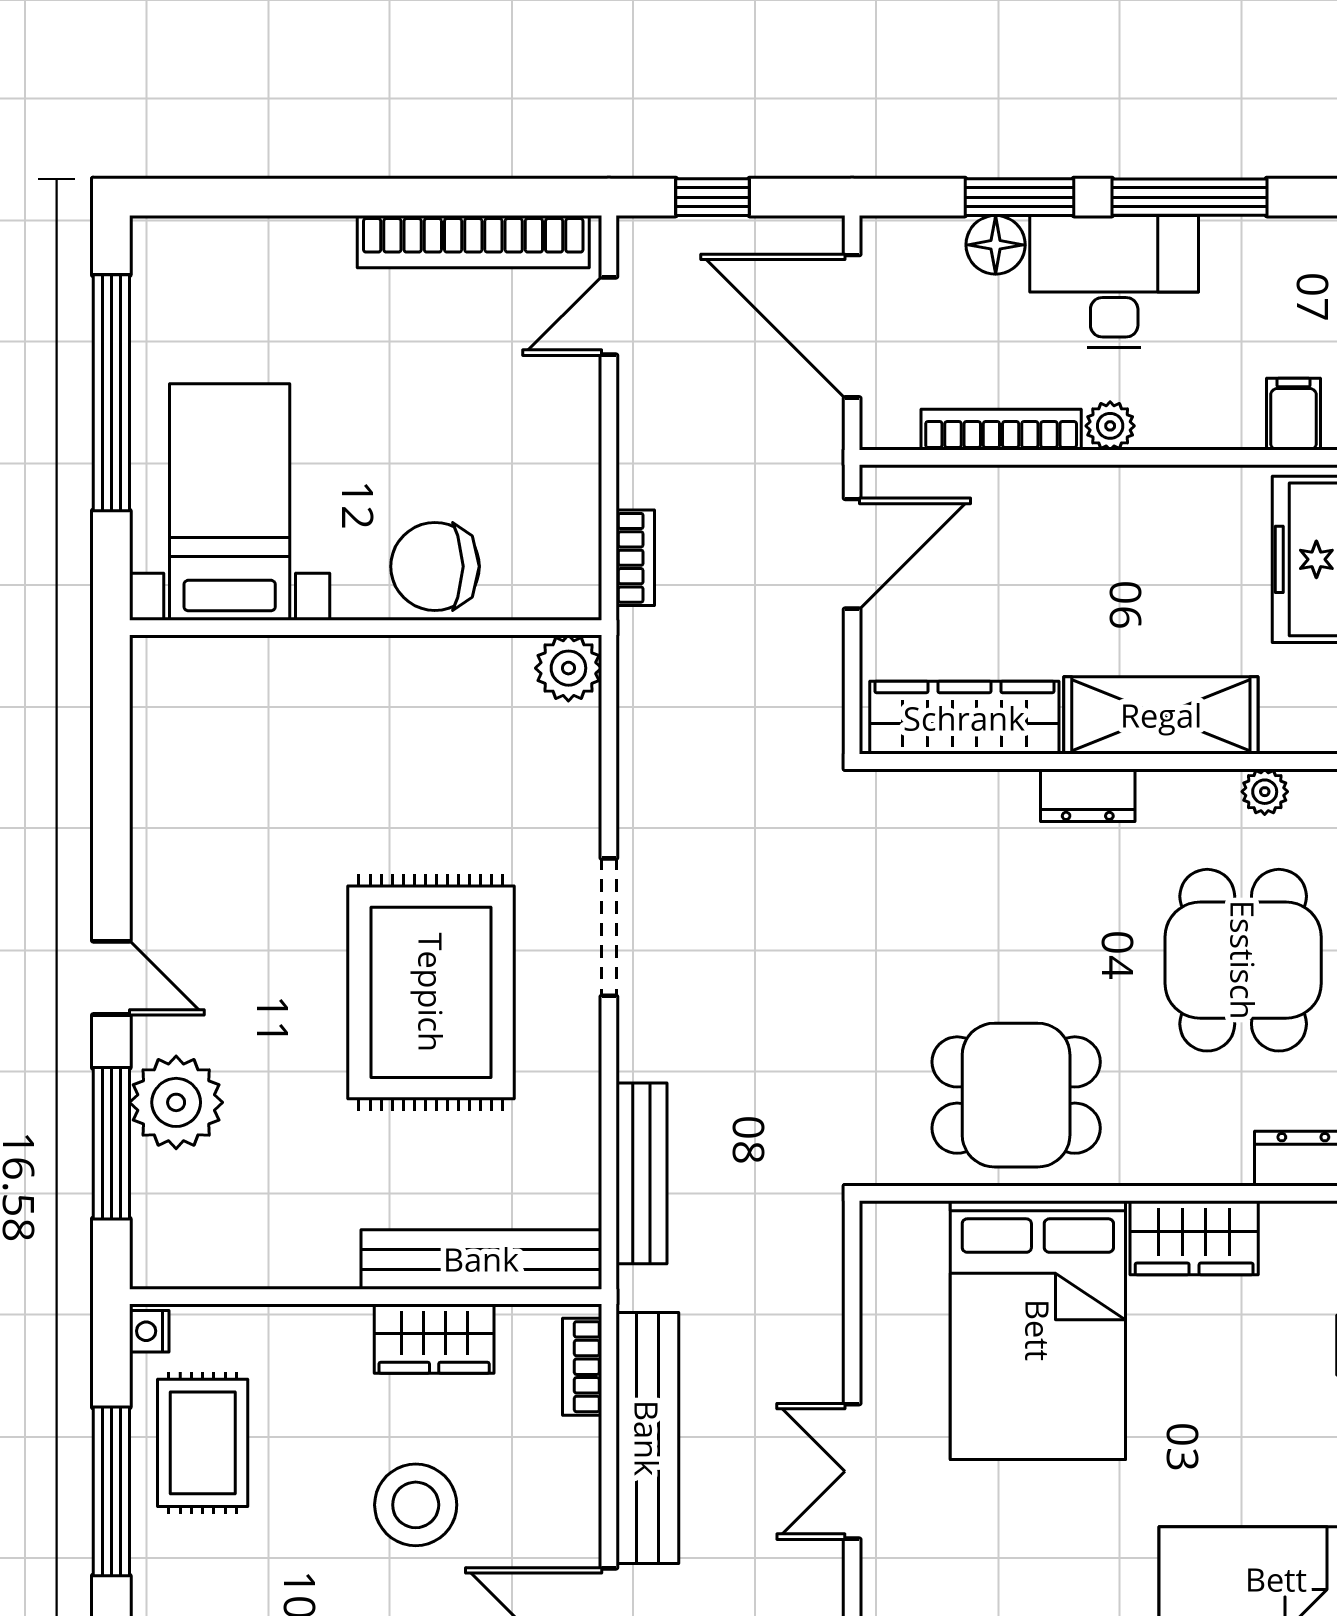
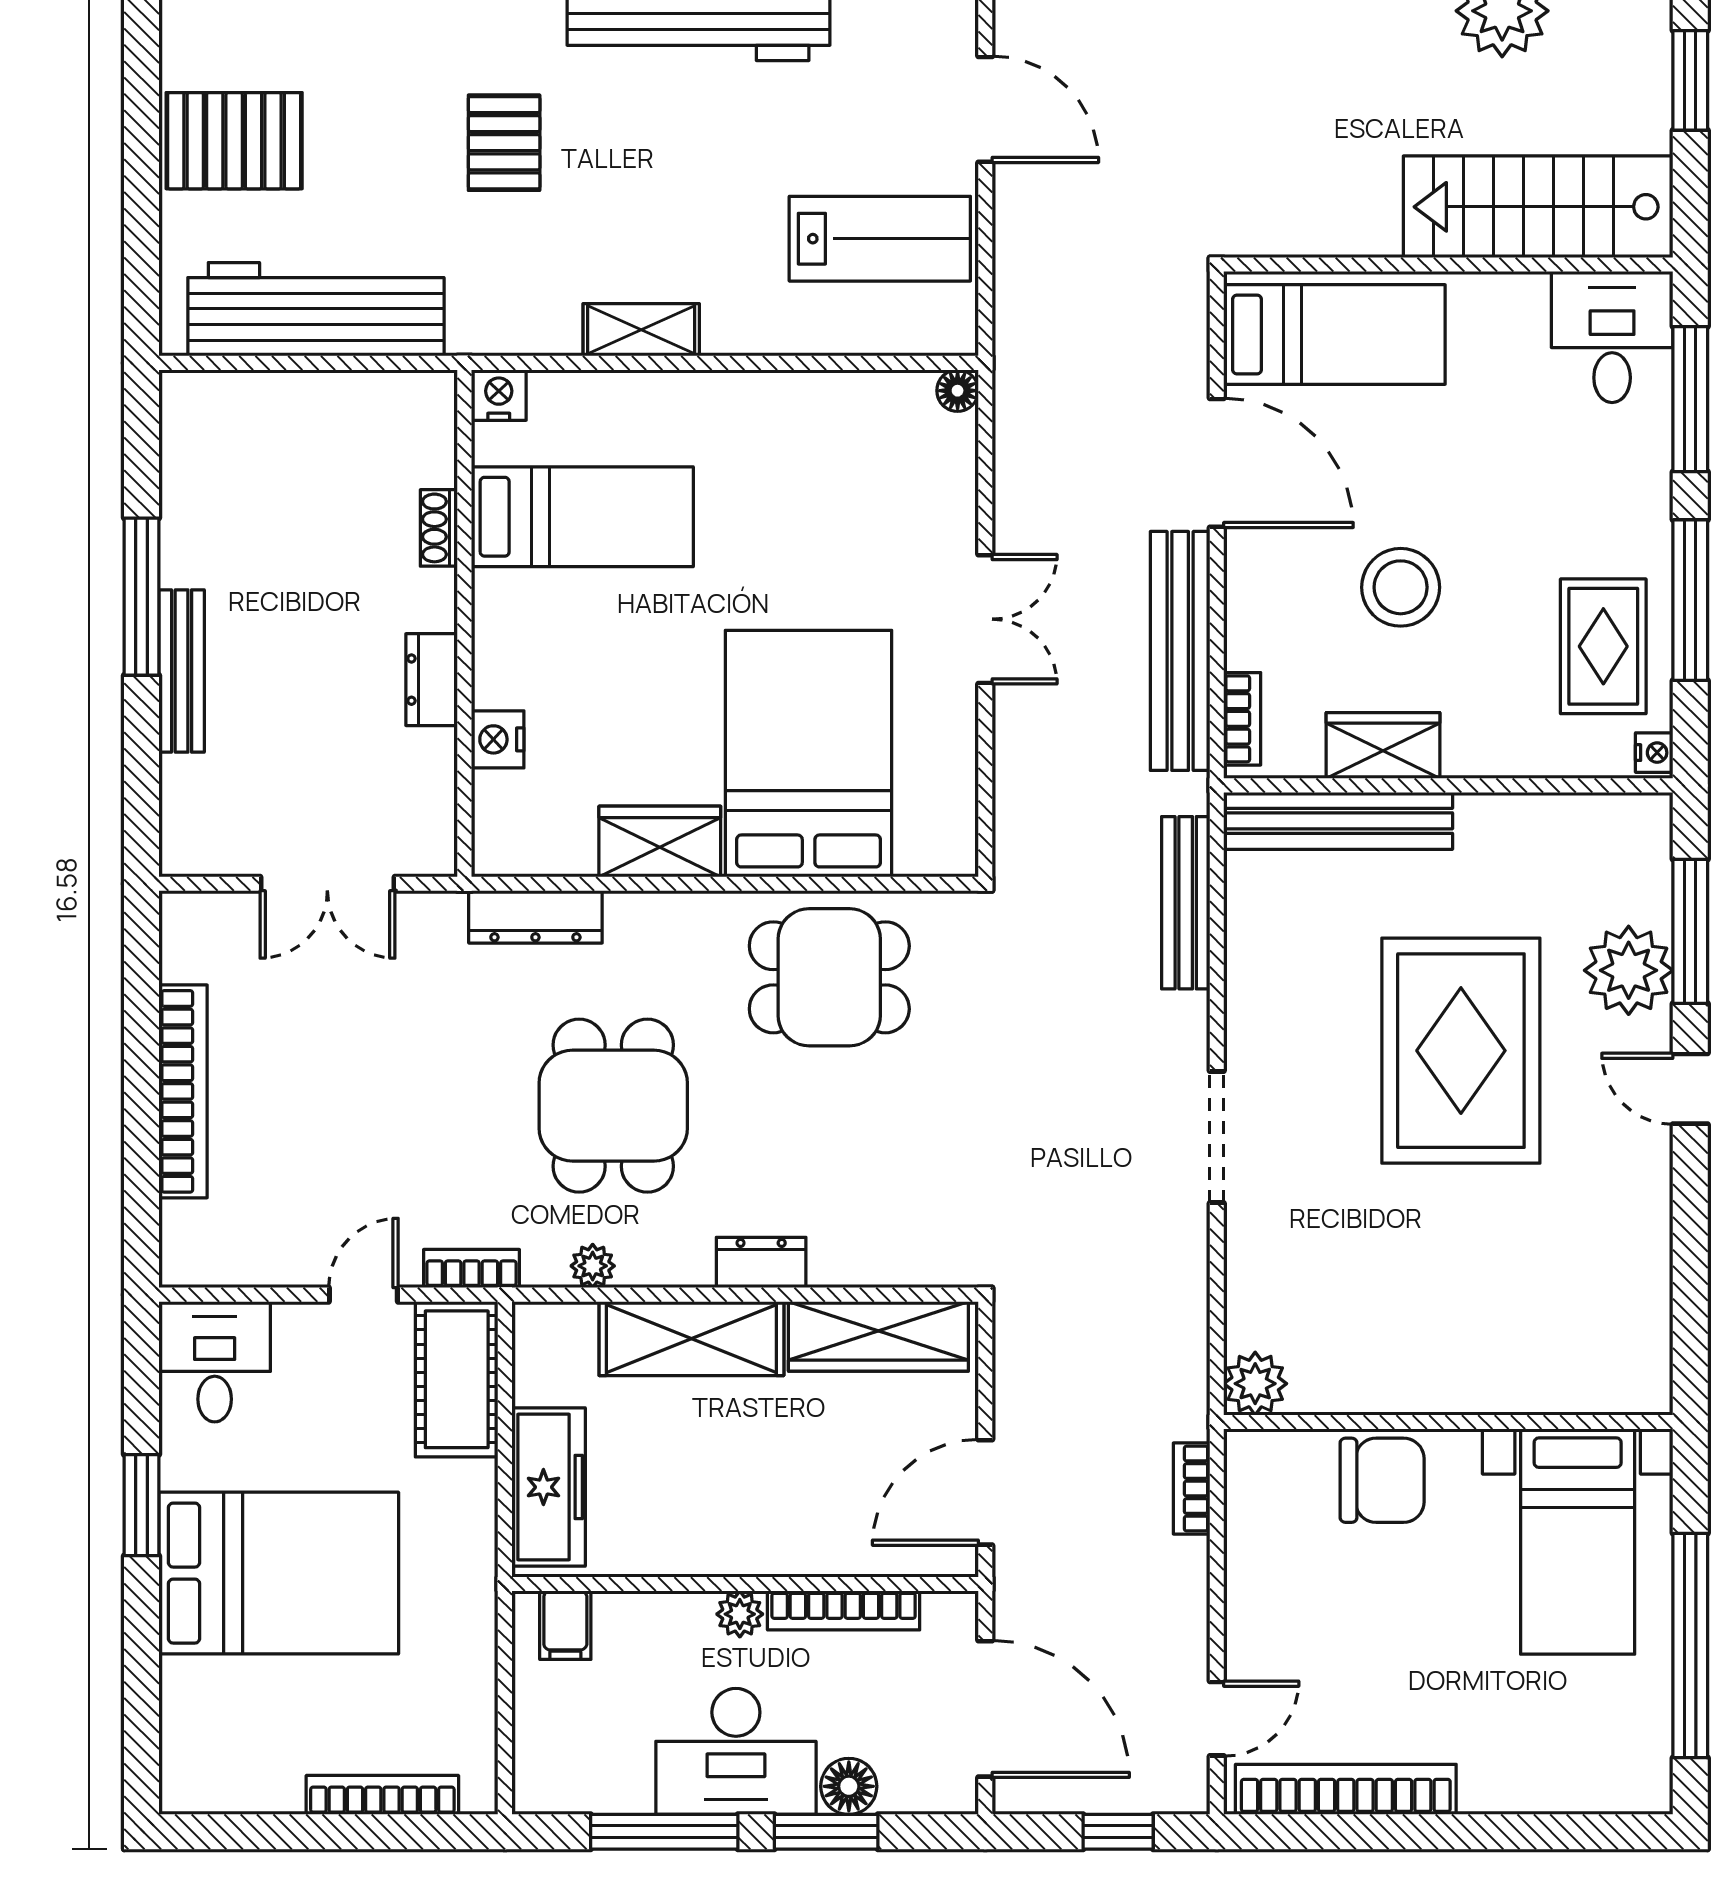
rug: (431, 992) -> (1461, 1051), moved

